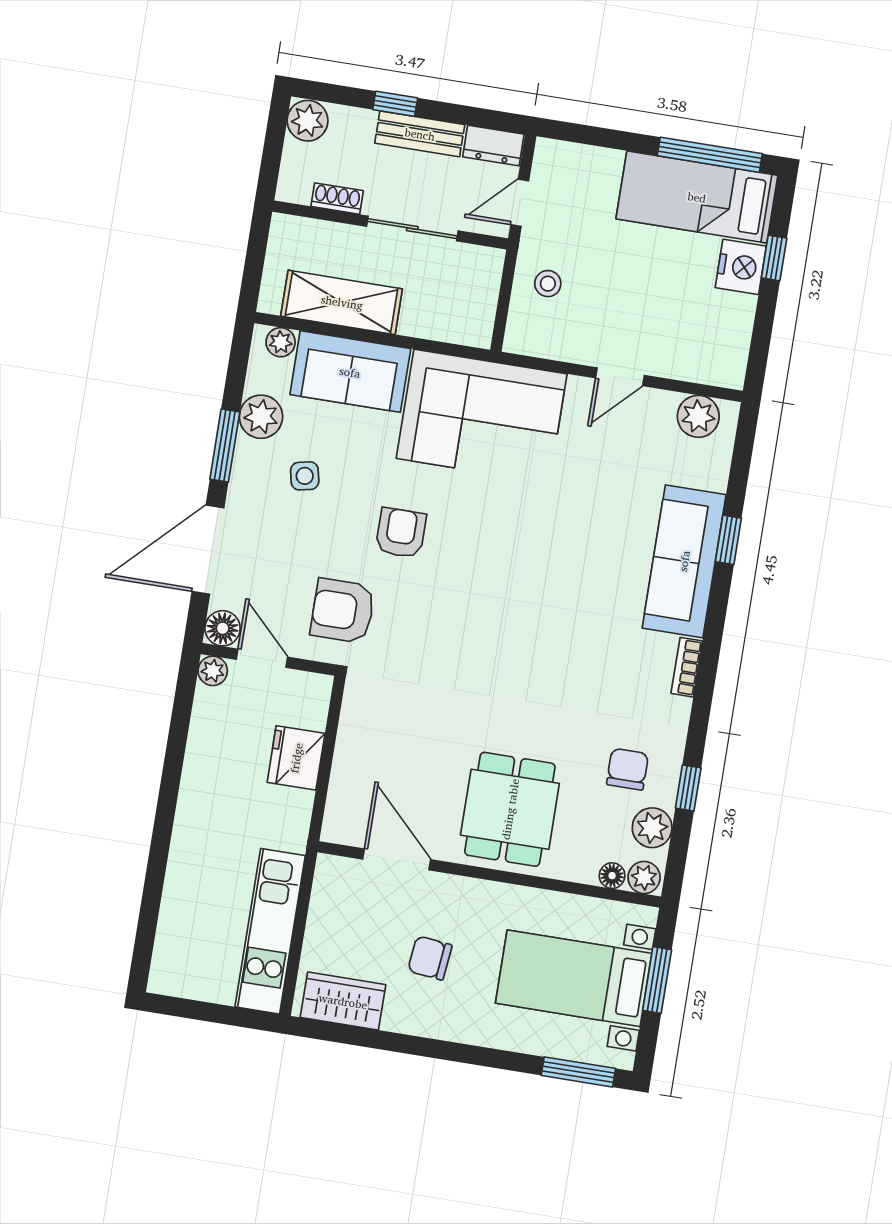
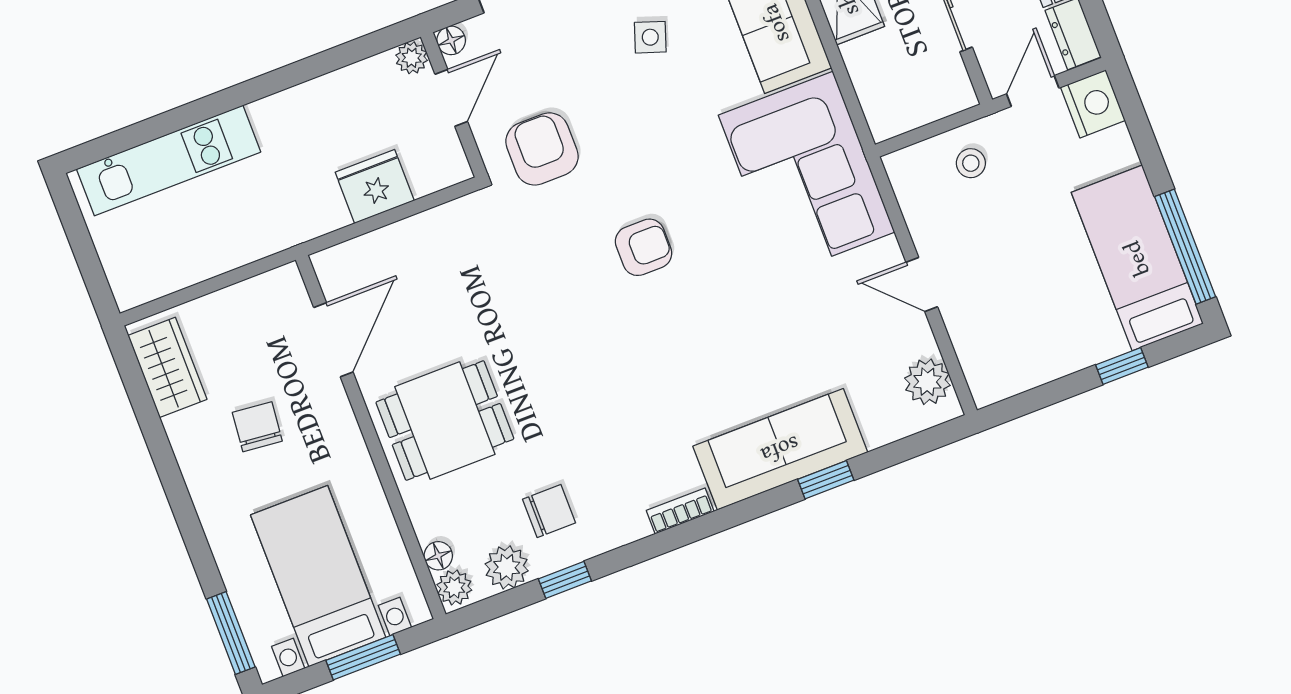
door: (520, 203) -> (1033, 91), hinge flipped
nightstand: (741, 267) -> (1093, 104), moved, turned -90
side table: (305, 476) -> (650, 37), turned 31
armchair: (401, 533) -> (644, 247), moved
floor lamp: (223, 628) -> (451, 40), width x0.73, depth x0.73
kitchen unit: (270, 931) -> (169, 161), moved, turned 180

